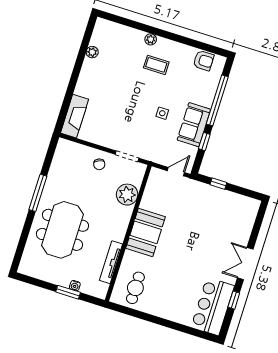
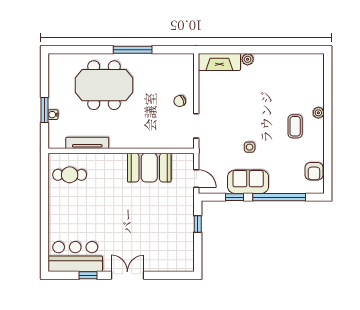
plant: (92, 52) -> (248, 59), moved
plant: (127, 195) -> (159, 138), removed
booth: (146, 232) -> (149, 168), moved

